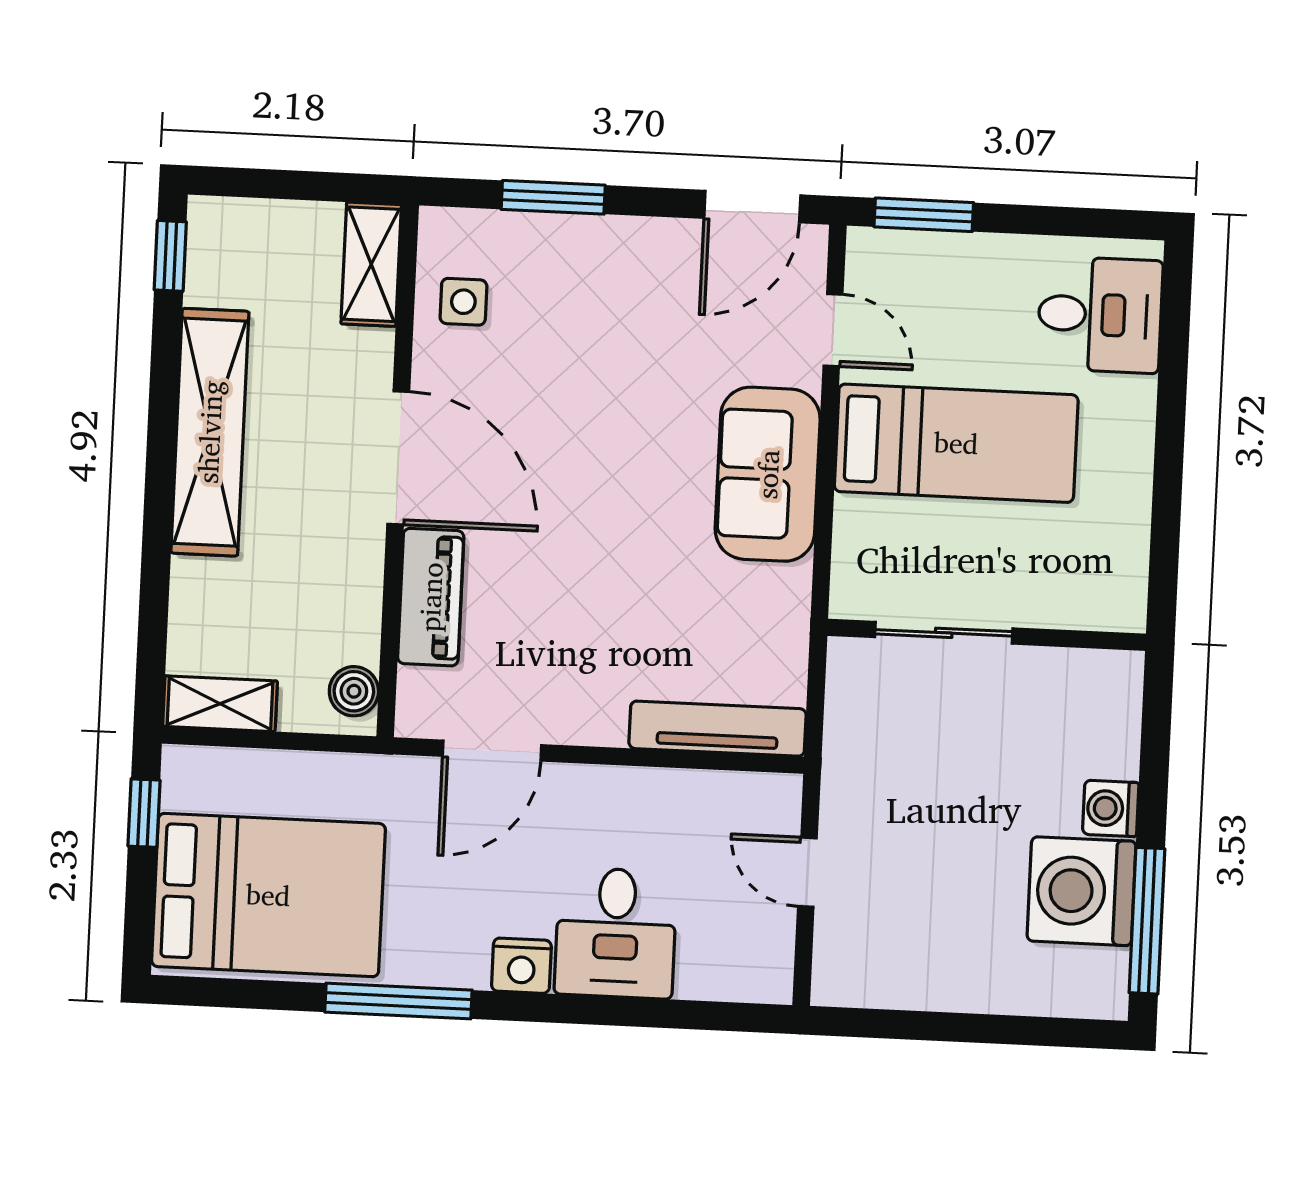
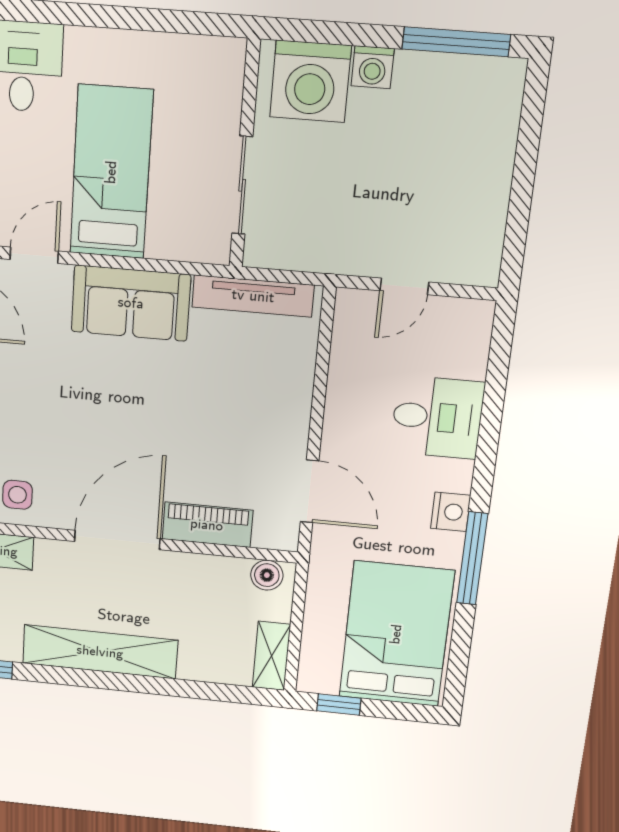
tv unit: (718, 729) -> (253, 296), moved, turned -90
washing machine: (1081, 891) -> (310, 81), moved
nightstand: (521, 966) -> (451, 512), moved

